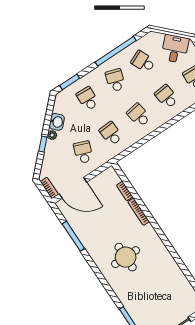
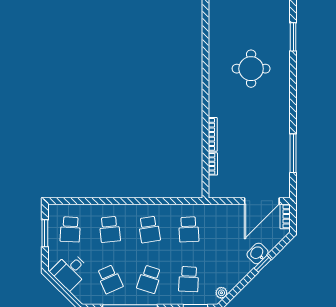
washbasin: (57, 122) -> (258, 253), moved
plant: (52, 135) -> (221, 293), moved
school desk: (83, 152) -> (228, 229), removed
door: (73, 188) -> (262, 201), swing flipped
round table: (126, 257) -> (251, 69), moved

